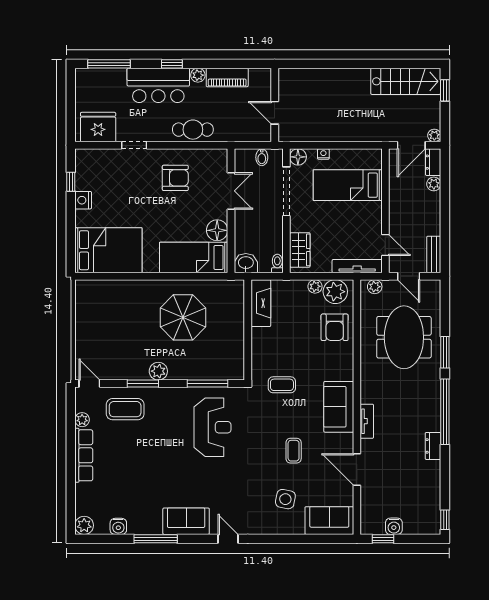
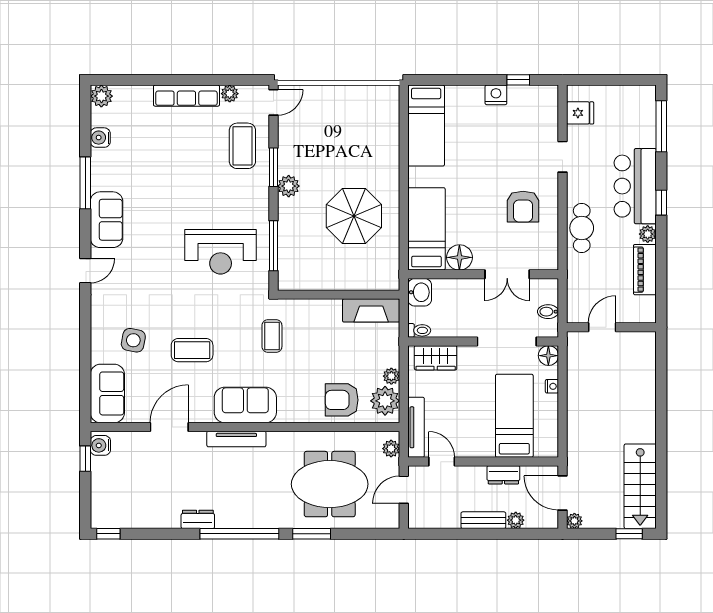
fridge: (98, 127) -> (580, 113), width x0.53, depth x0.75
dresser: (433, 162) -> (503, 475), moved, turned 180
door: (385, 245) -> (442, 462), swing flipped
bed: (108, 250) -> (426, 126), width x0.67
bench: (434, 254) -> (483, 520), moved
tv unit: (367, 421) -> (236, 439), width x1.41
coffee table: (294, 451) -> (192, 350), width x1.36, depth x1.30
water cooler: (394, 526) -> (100, 445), moved

